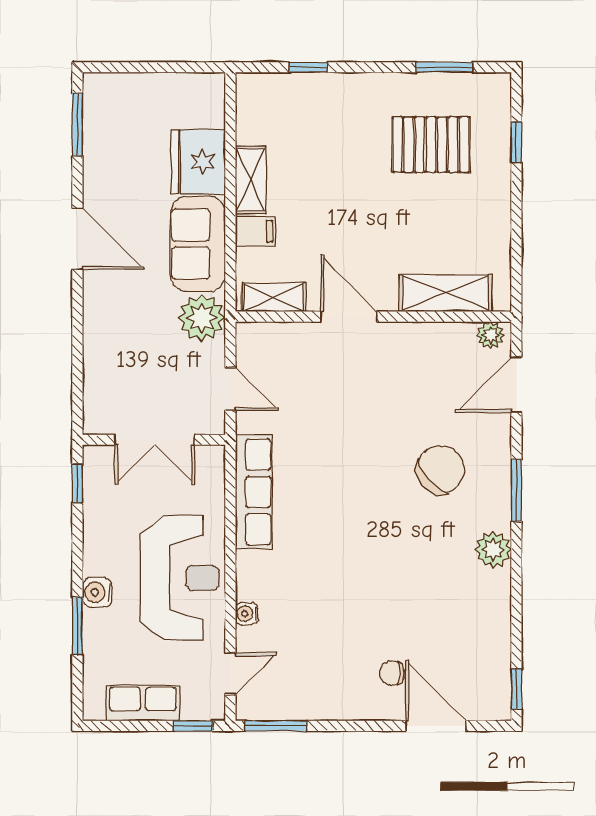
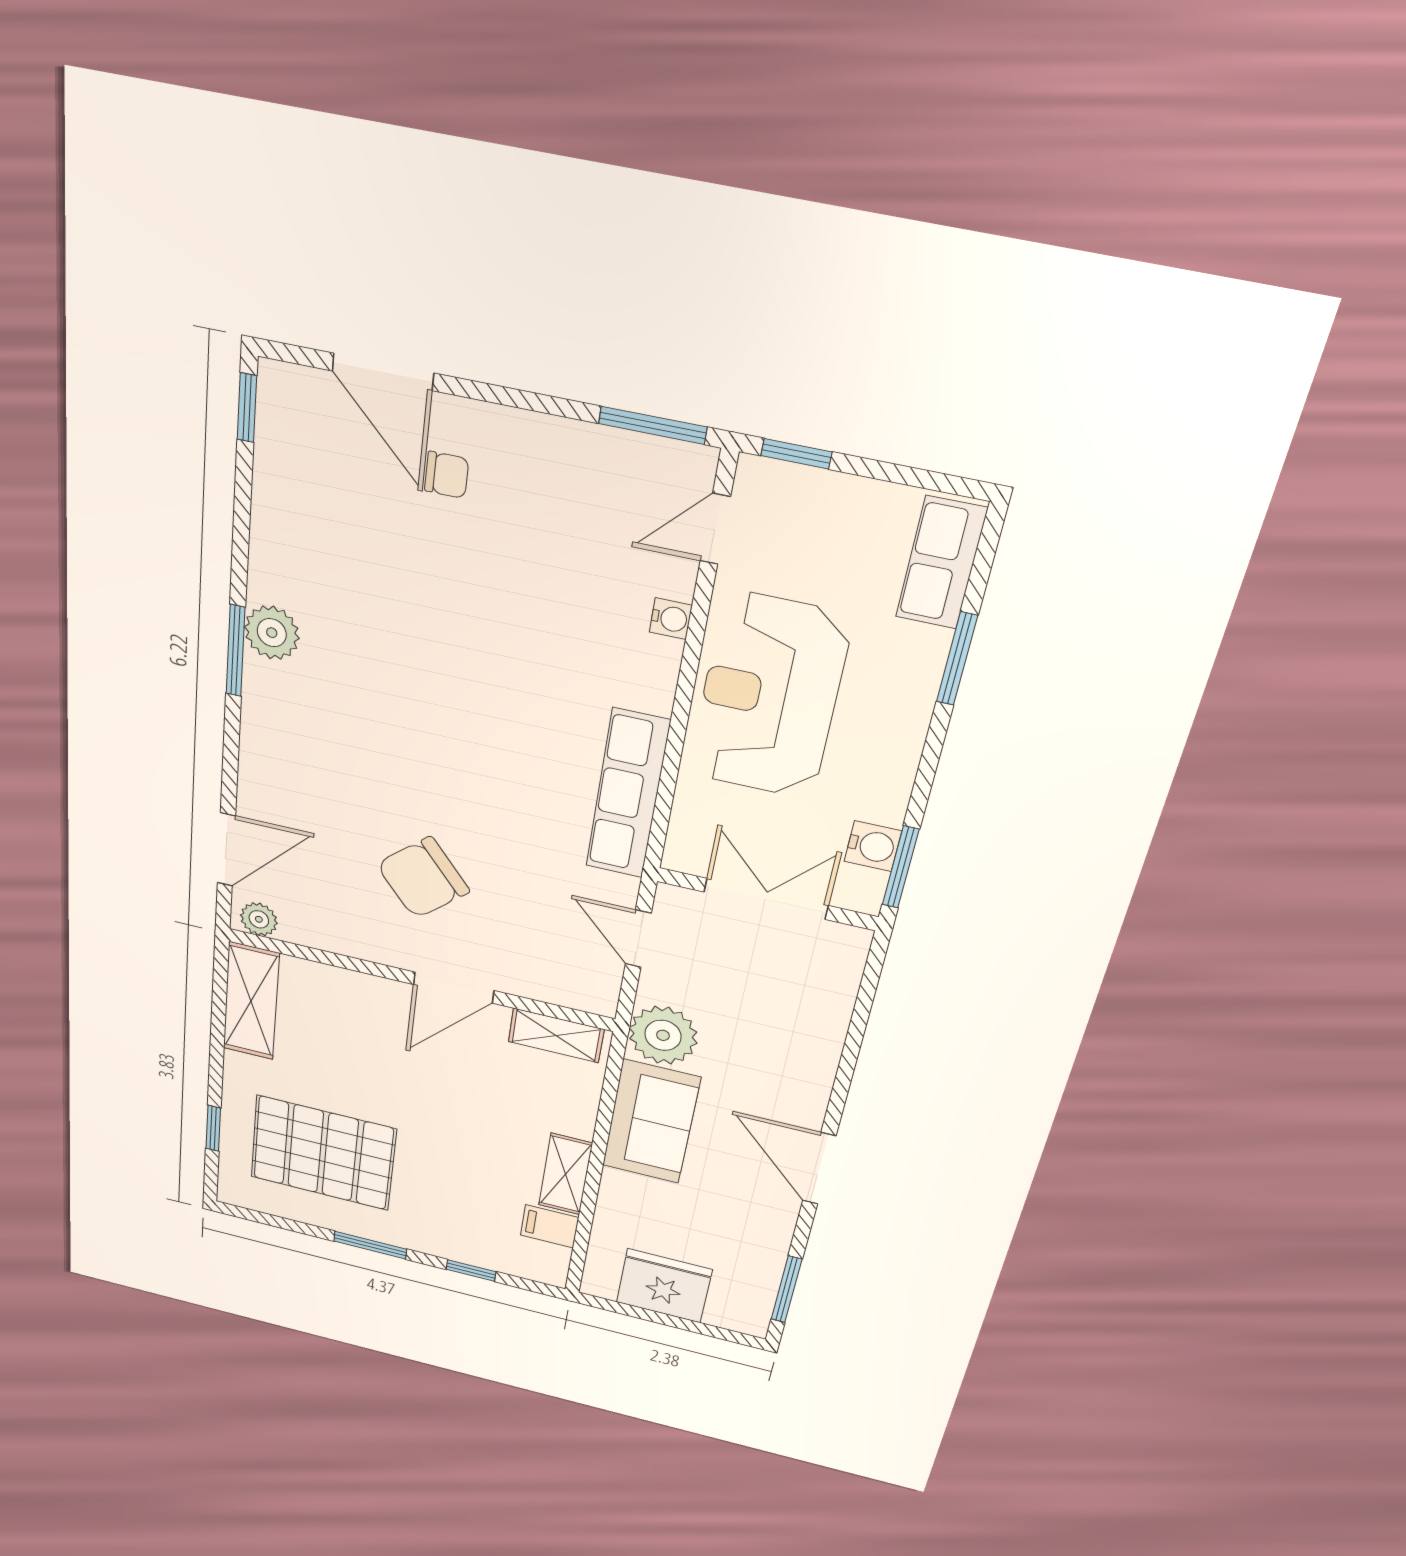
window: (445, 67) -> (370, 1245), moved
pallet: (431, 145) -> (323, 1153), width x1.37, depth x1.41
fridge: (198, 162) -> (664, 1286), moved, turned -90
filing cabinet: (255, 231) -> (550, 1226), moved
shelving: (446, 293) -> (251, 1001), moved, turned 90
door: (349, 317) -> (454, 988), hinge flipped
chair: (440, 470) -> (423, 878), moved
window: (77, 483) -> (901, 867), width x1.50
window: (516, 490) -> (236, 651), moved
water cooler: (97, 592) -> (873, 846), moved
row of seats: (143, 703) -> (941, 563), moved, turned 90

